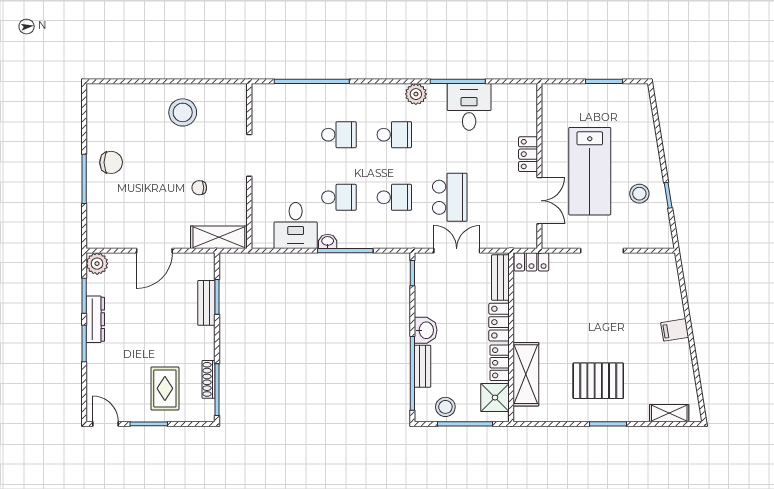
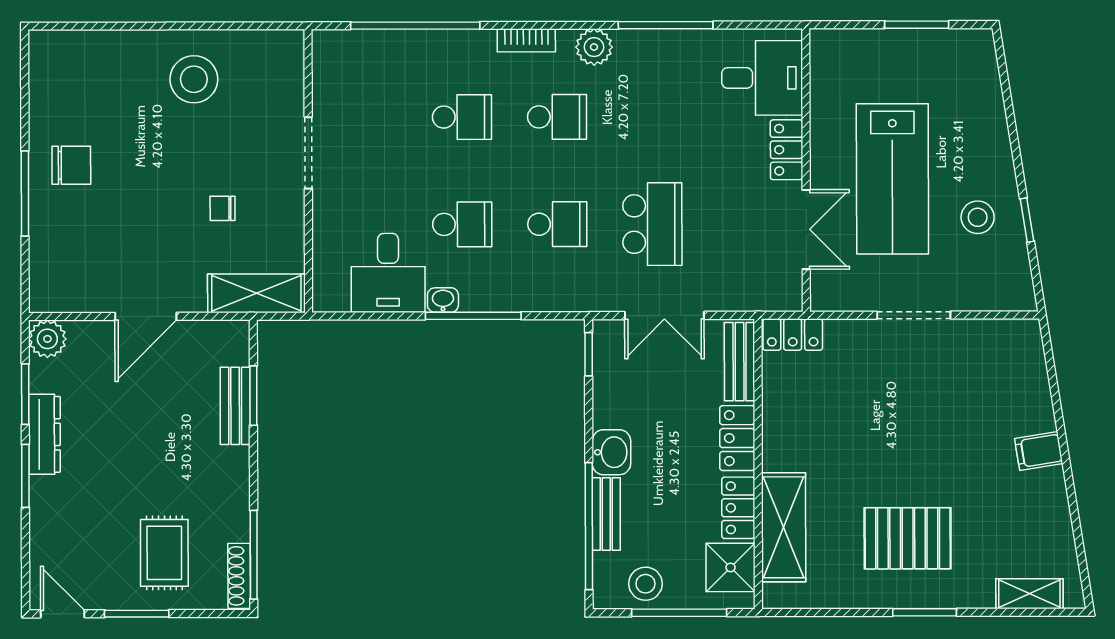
bookcase: (376, 90) -> (526, 40), added
desk: (469, 107) -> (762, 78), moved, turned 90
double door: (457, 251) -> (664, 316), swing flipped
shoe rack: (209, 379) -> (239, 576), moved

